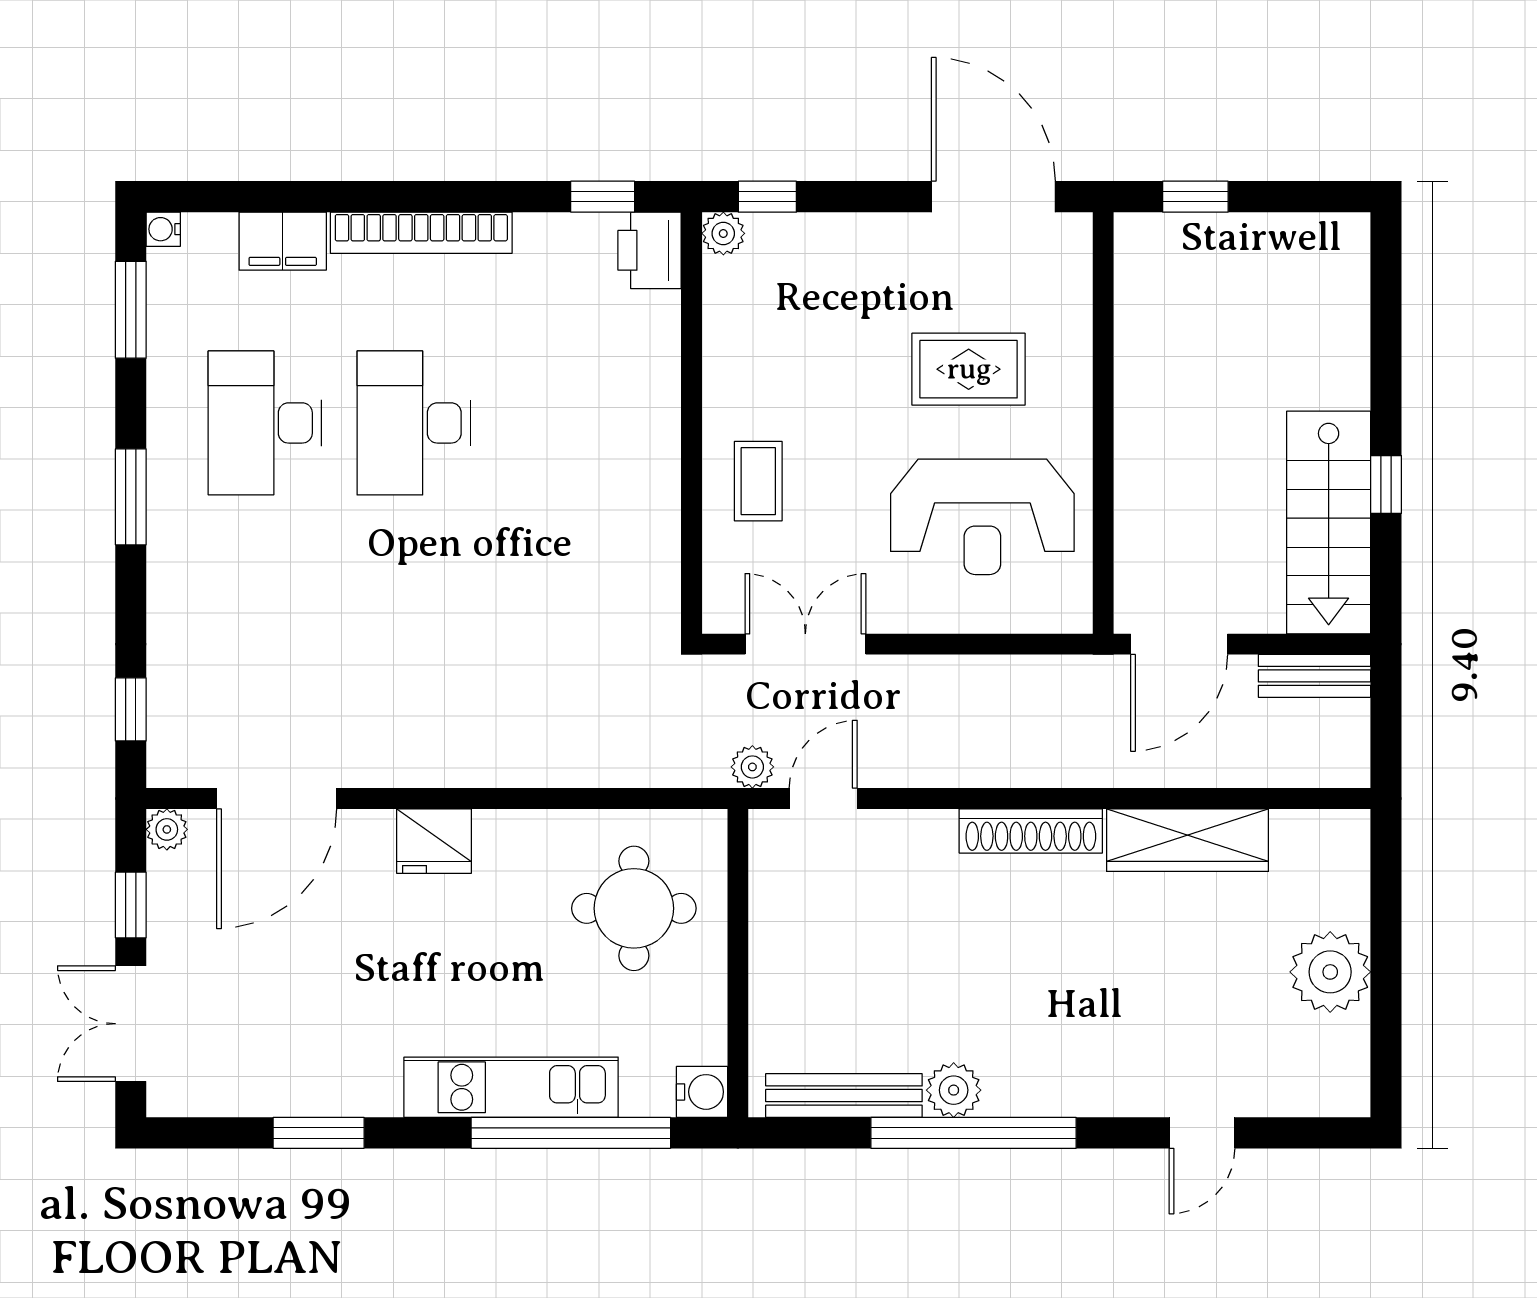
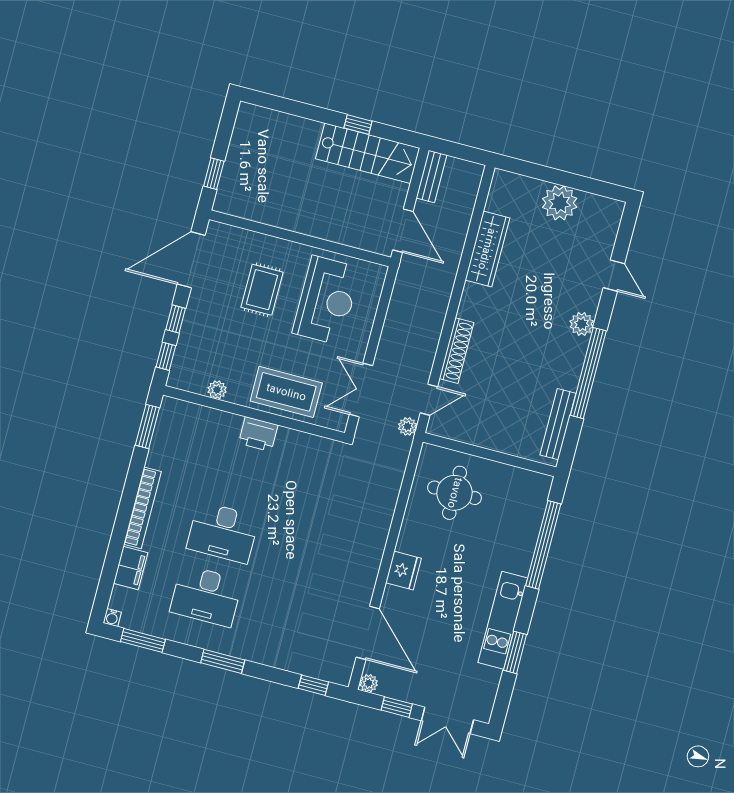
window: (603, 197) -> (147, 426), width x1.50
window: (855, 197) -> (176, 319), added
plant: (723, 233) -> (217, 390), moved
printer: (650, 250) -> (258, 434), moved
coffee table: (758, 481) -> (286, 392), width x1.86, depth x1.72
door: (823, 799) -> (429, 400), swing flipped
shoe rack: (1031, 831) -> (457, 351), moved
kitchen unit: (511, 1087) -> (503, 620), moved
plant: (954, 1090) -> (582, 324), moved
water cooler: (702, 1092) -> (540, 484), removed

